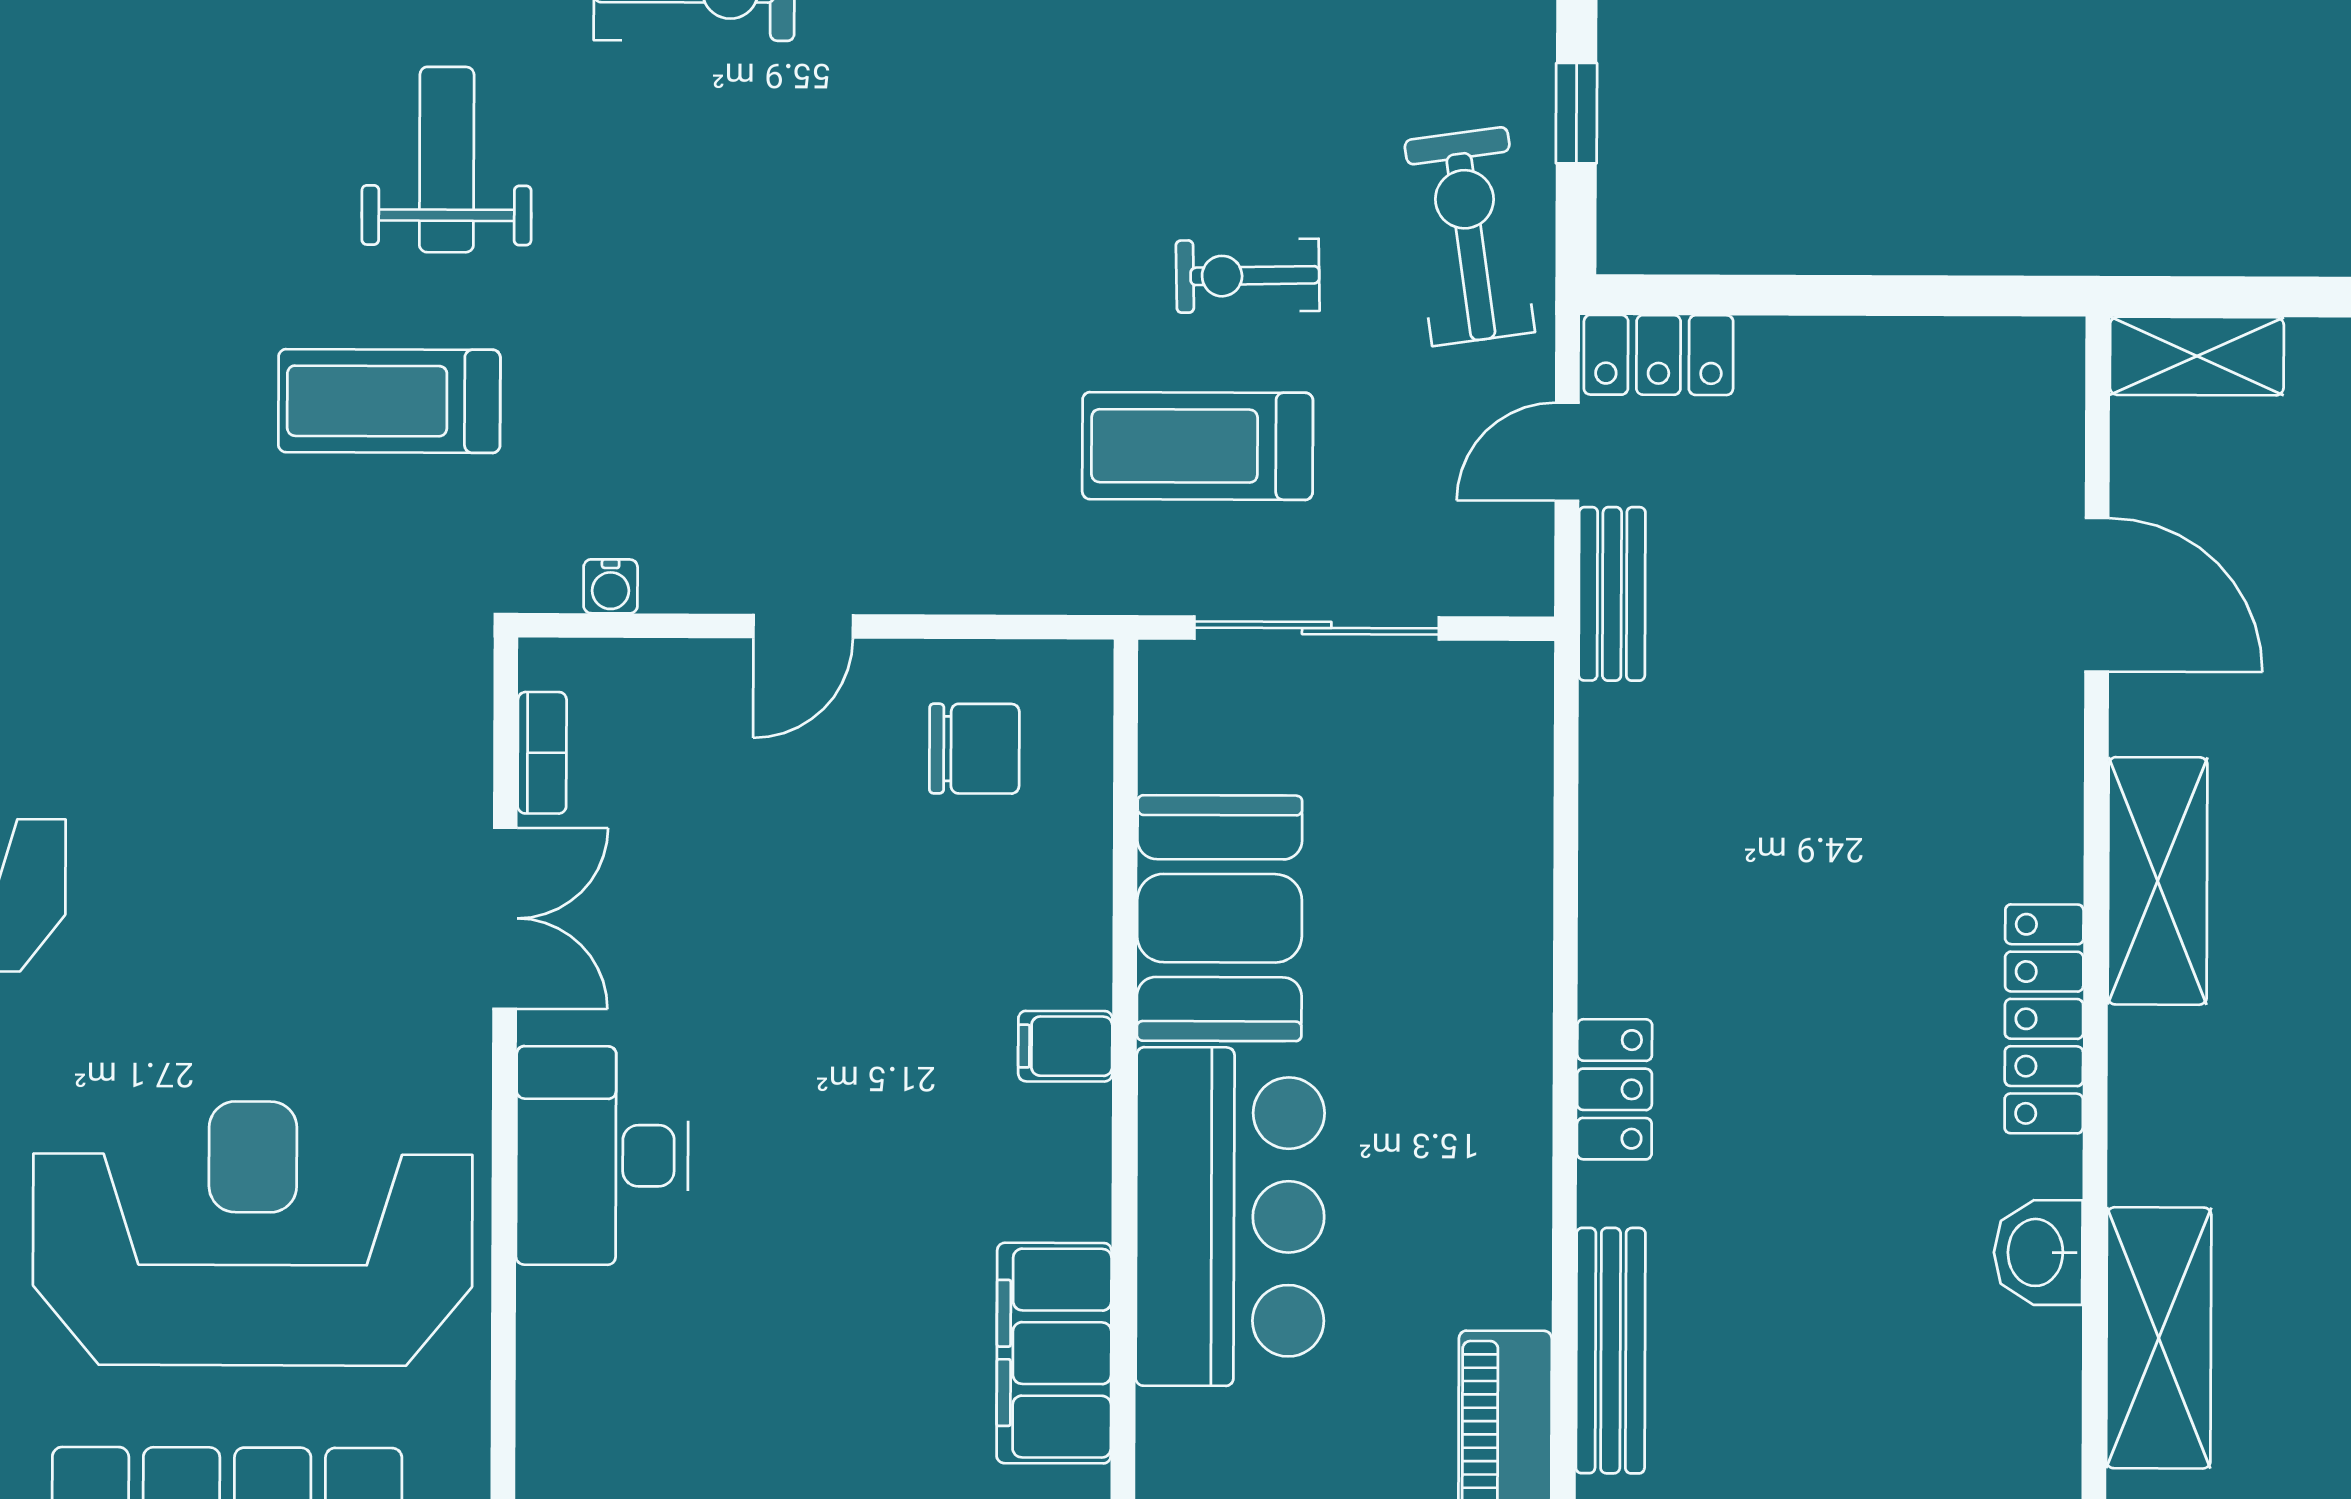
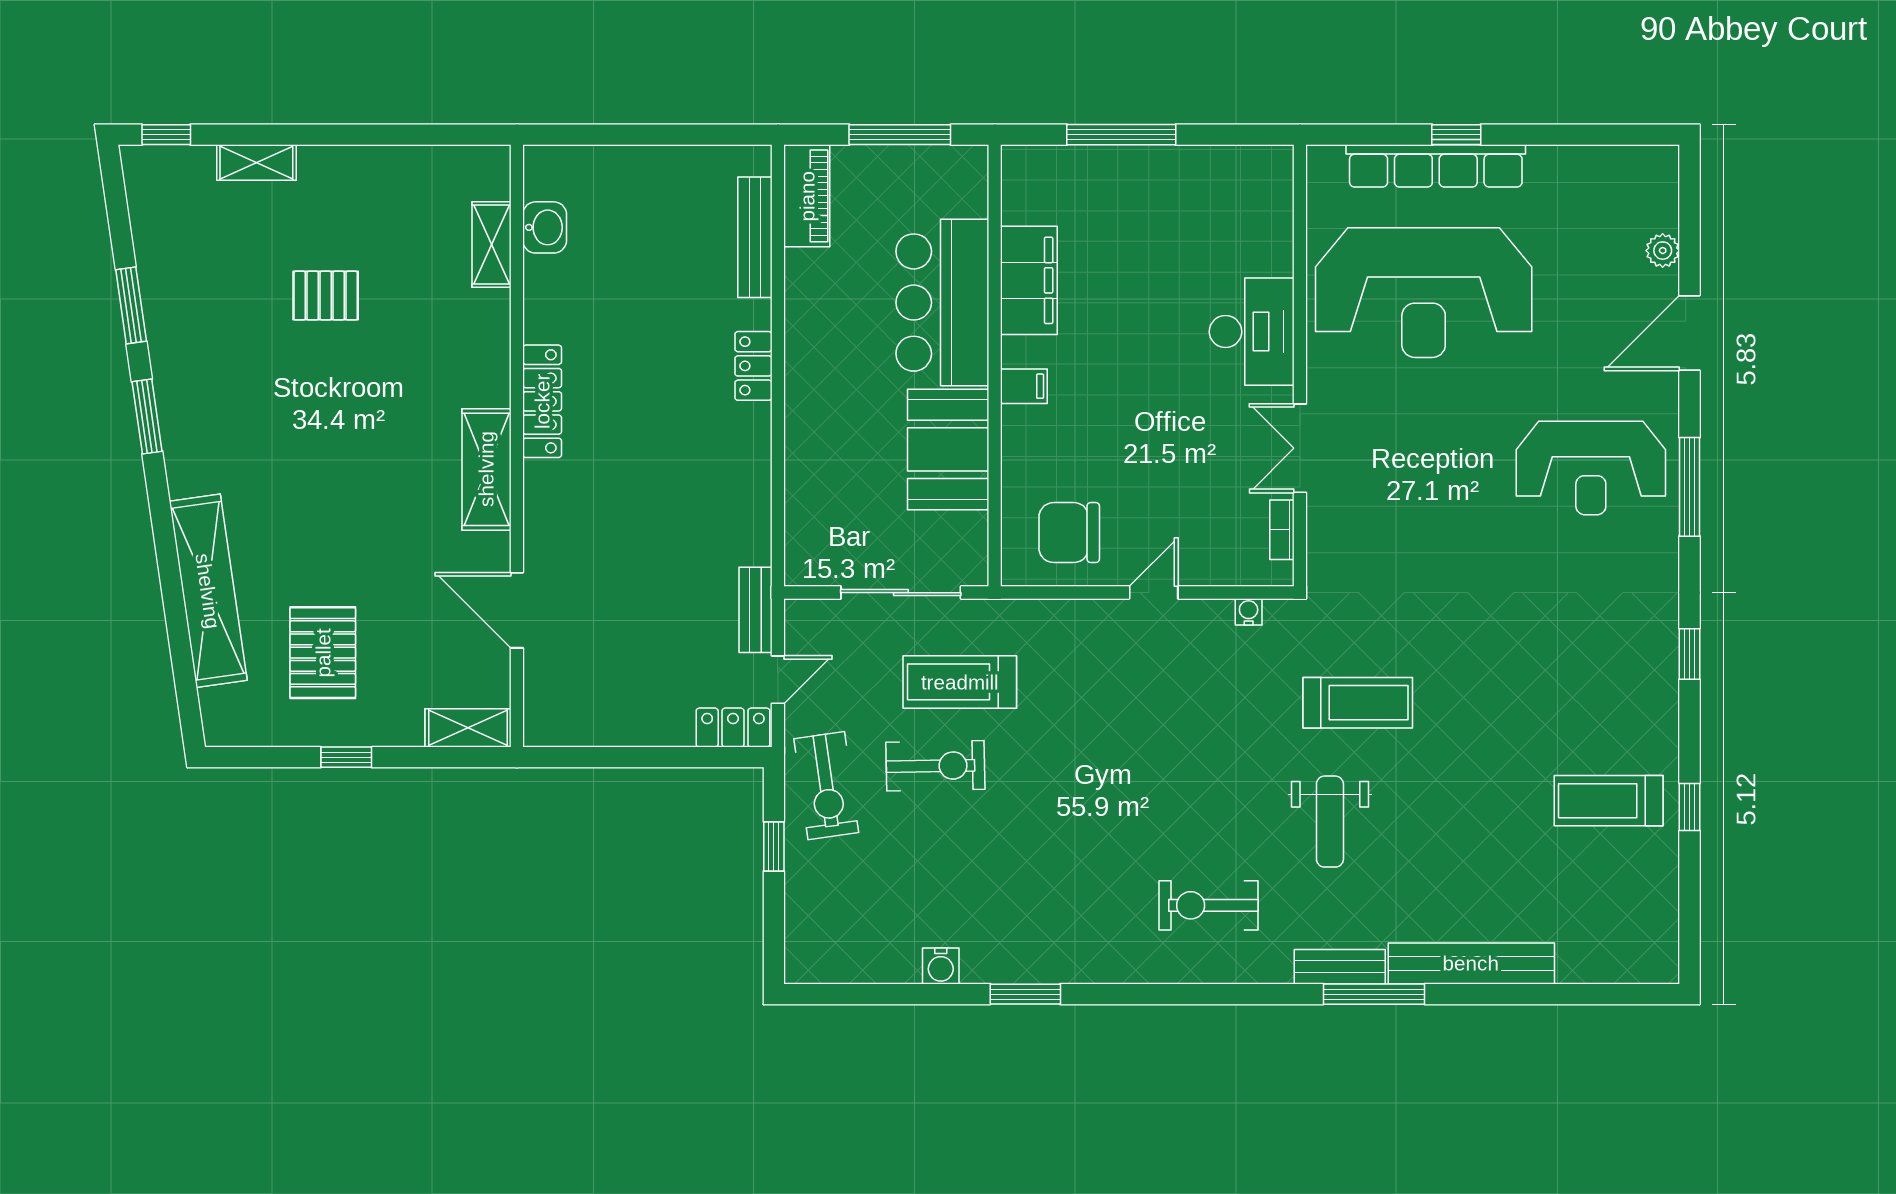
exercise bike: (1248, 276) -> (935, 766), width x1.38, depth x1.39
treadmill: (1198, 446) -> (960, 682), turned 180
chair: (974, 749) -> (1069, 533), width x1.37, depth x1.37
washbasin: (2038, 1252) -> (545, 227), moved
shelving: (2159, 1338) -> (491, 244), width x0.67, depth x0.75
filing cabinet: (1054, 1353) -> (1029, 280), moved

